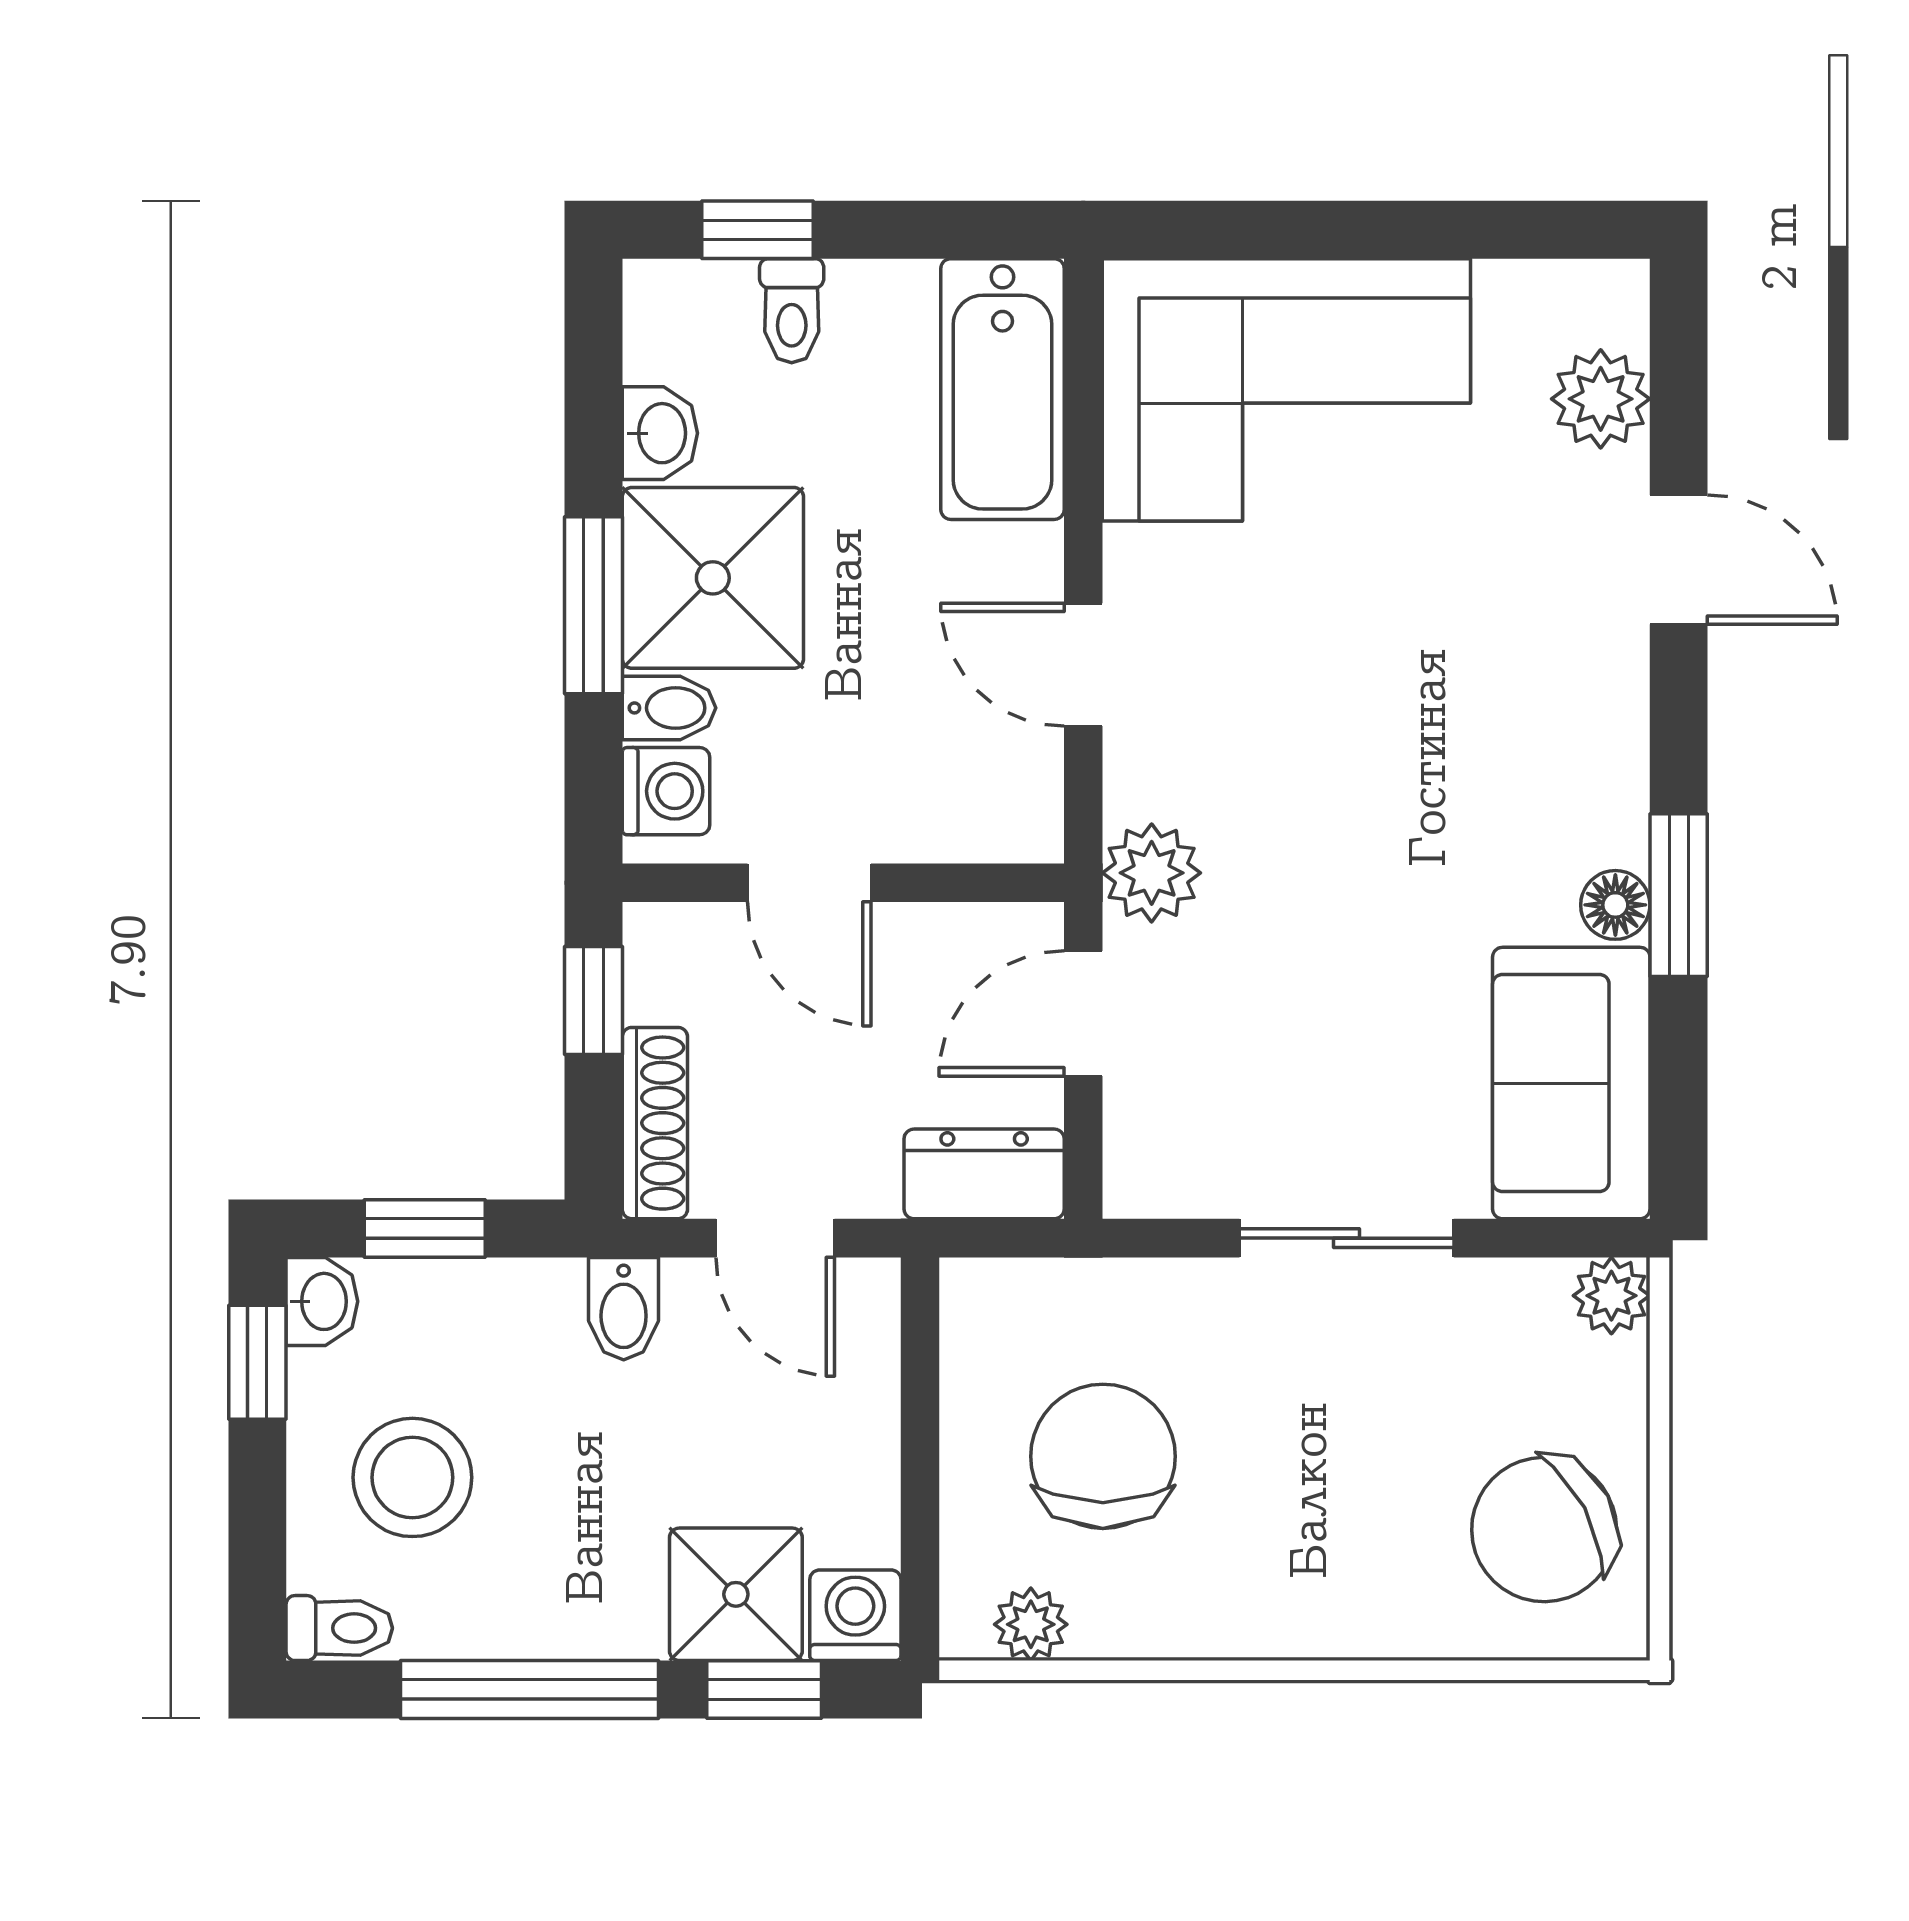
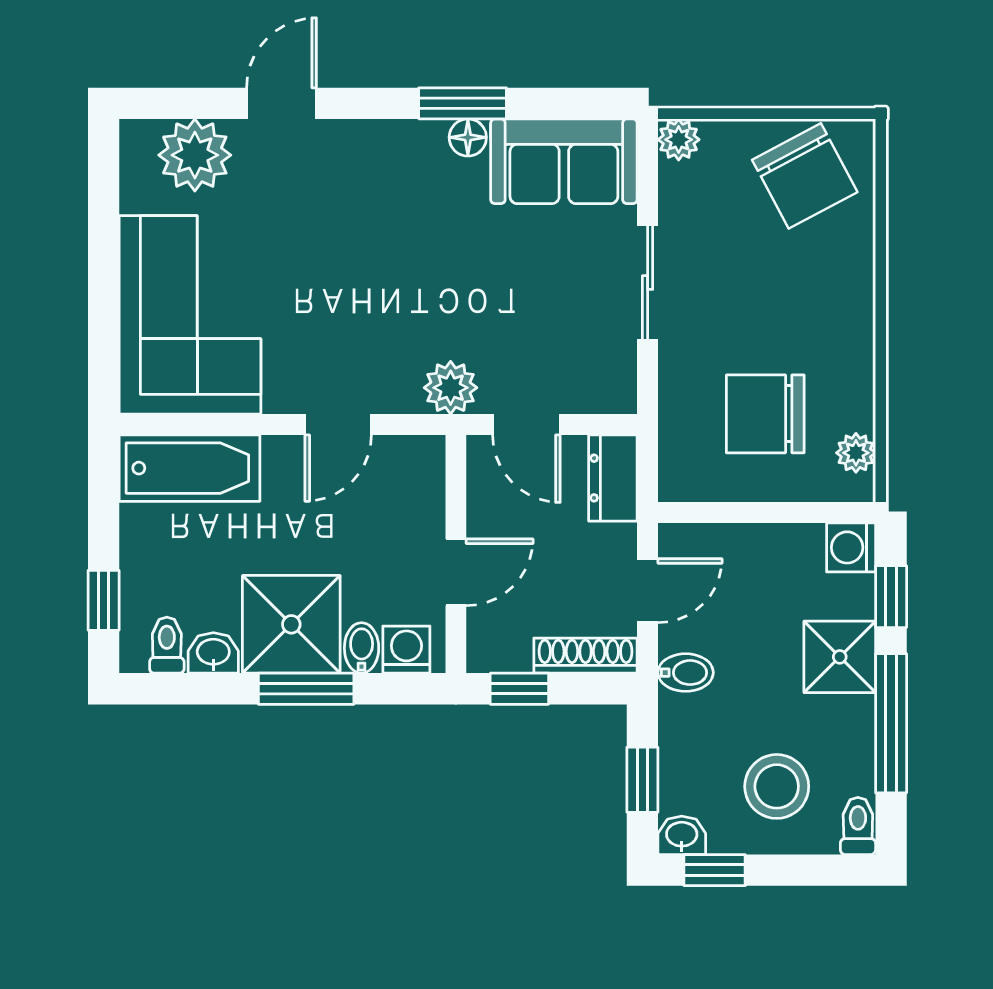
toilet: (792, 311) -> (167, 645), moved, turned -90
plant: (1601, 399) -> (195, 155), width x1.36, depth x1.36
shower: (736, 1594) -> (840, 657), moved

